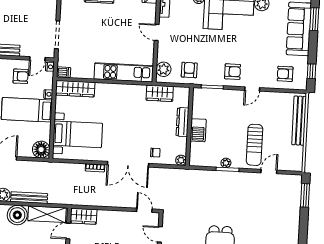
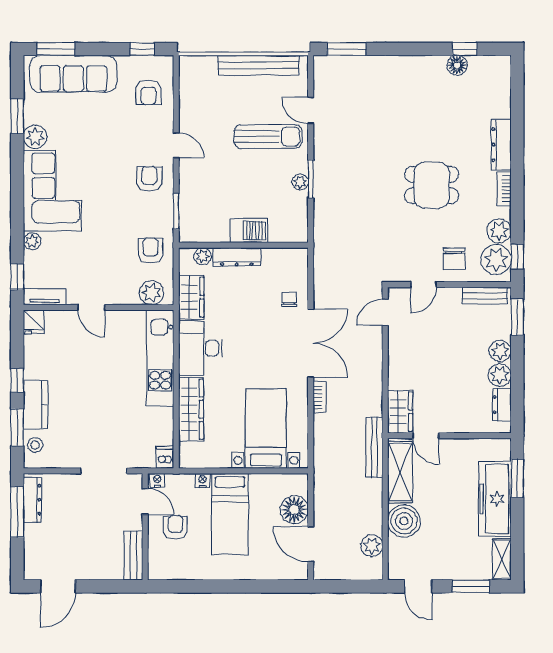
door: (157, 32) -> (91, 307), hinge flipped
armchair: (189, 70) -> (150, 250), turned 90
wardrobe: (75, 89) -> (191, 409), moved
desk: (128, 97) -> (200, 348), added
bench: (299, 121) -> (258, 65), moved
floor lamp: (41, 150) -> (294, 510), moved
plant: (181, 160) -> (203, 256), moved
bench: (29, 198) -> (374, 447), moved

